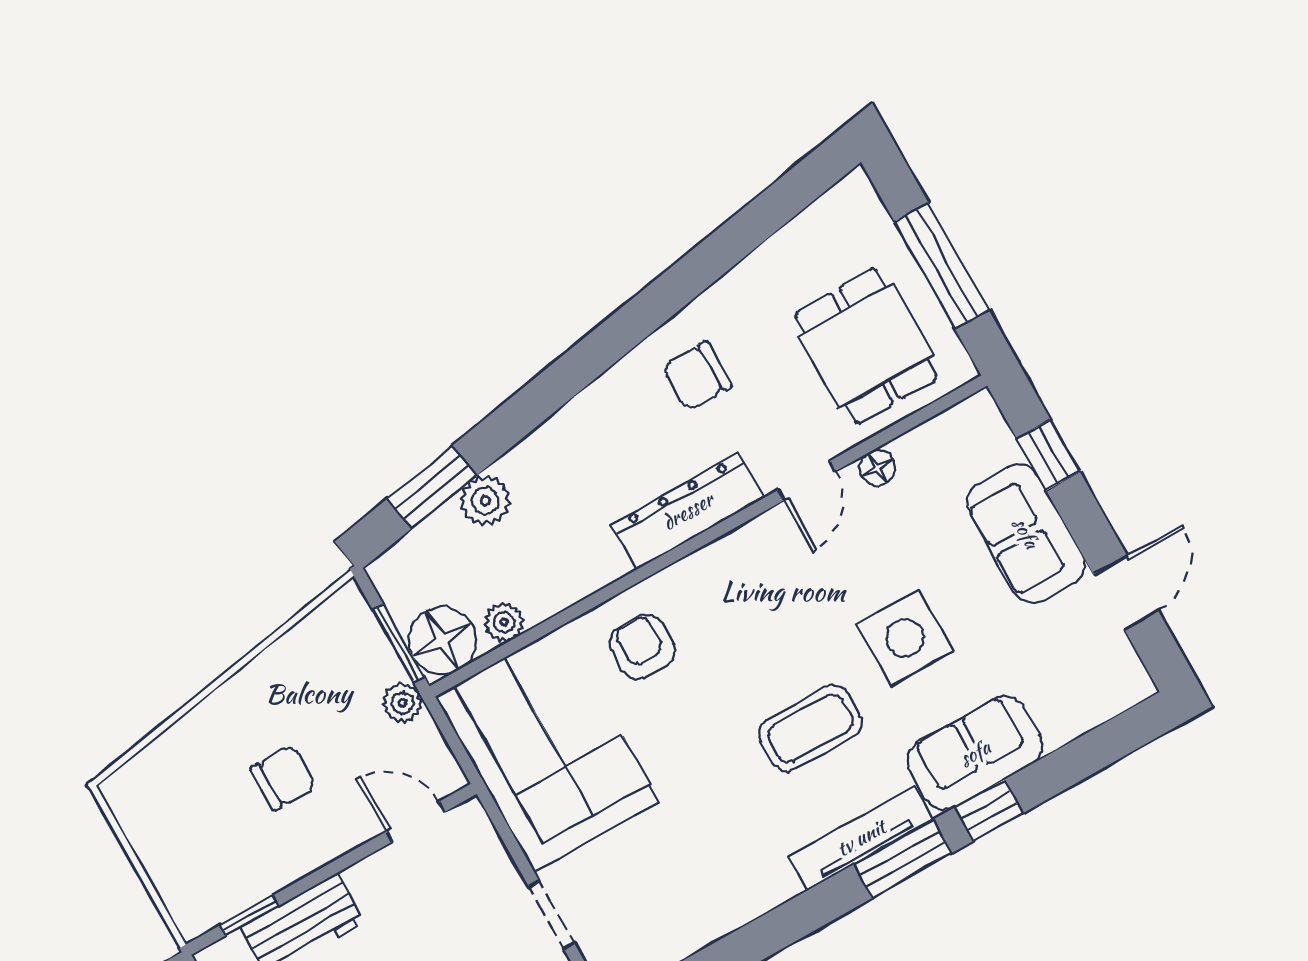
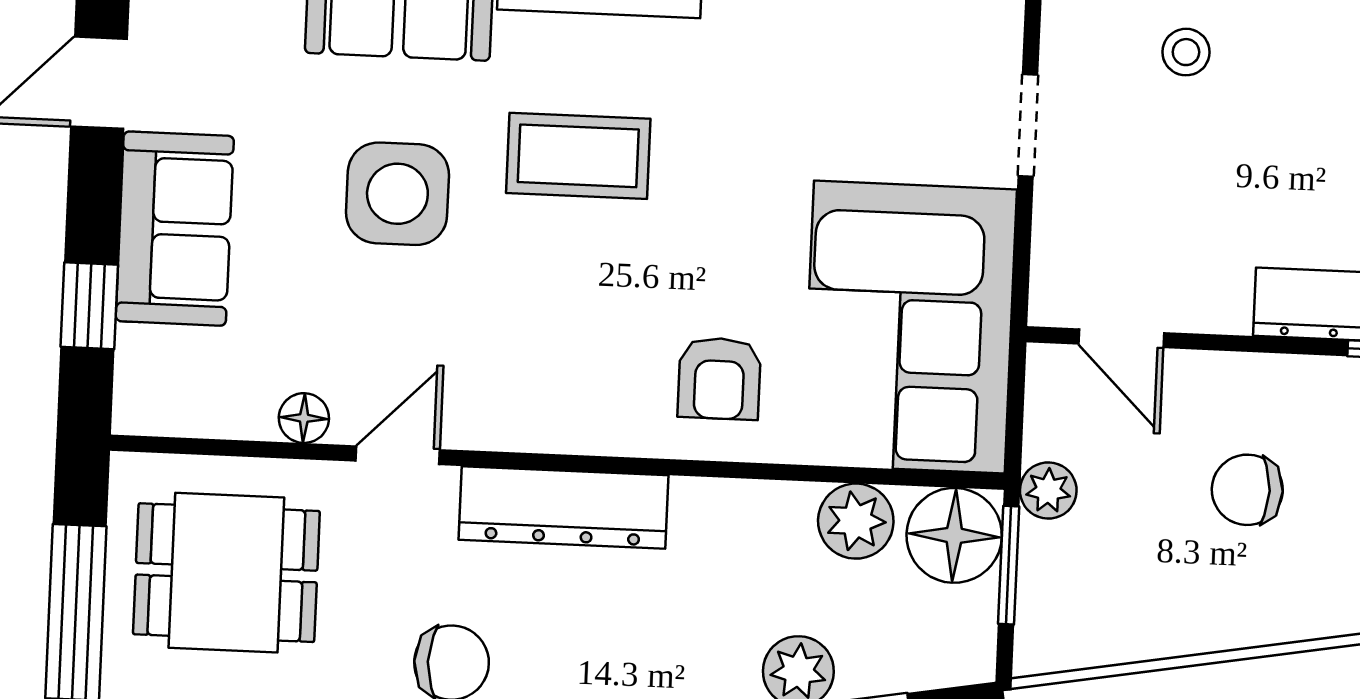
dining table: (866, 346) -> (226, 573), turned 90
plant: (504, 622) -> (856, 521), width x1.38, depth x1.38

